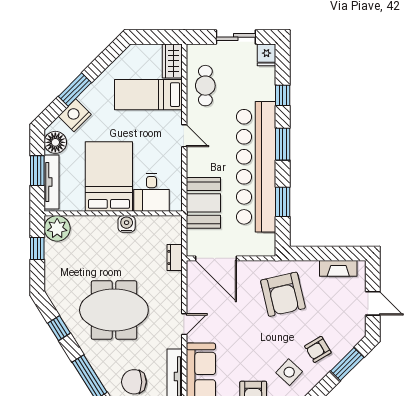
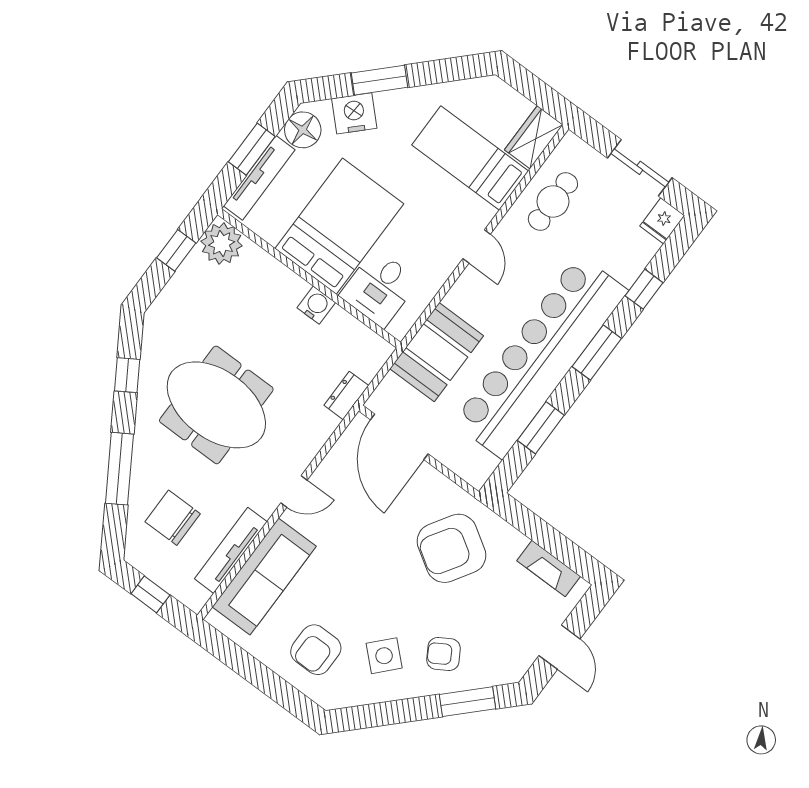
armchair: (283, 294) -> (451, 548), turned 45

